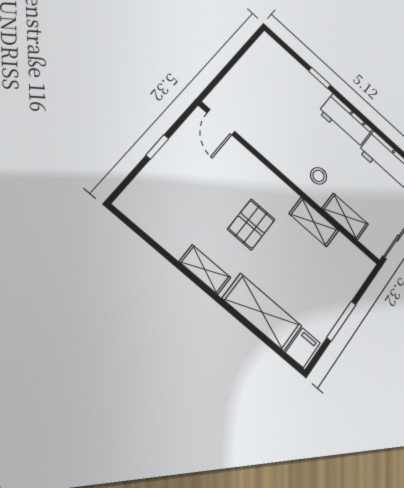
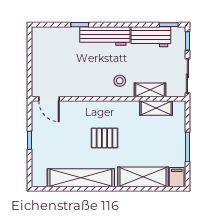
workbench: (346, 121) -> (105, 36), width x1.37
shelving: (314, 222) -> (156, 108), moved
pallet: (251, 224) -> (105, 138), turned 90
shelving: (205, 270) -> (81, 178), width x2.20, depth x1.33

